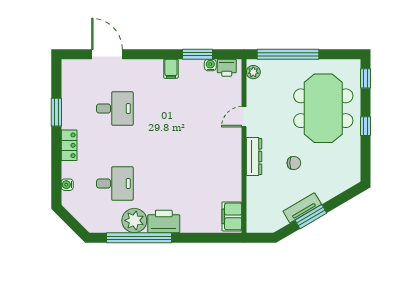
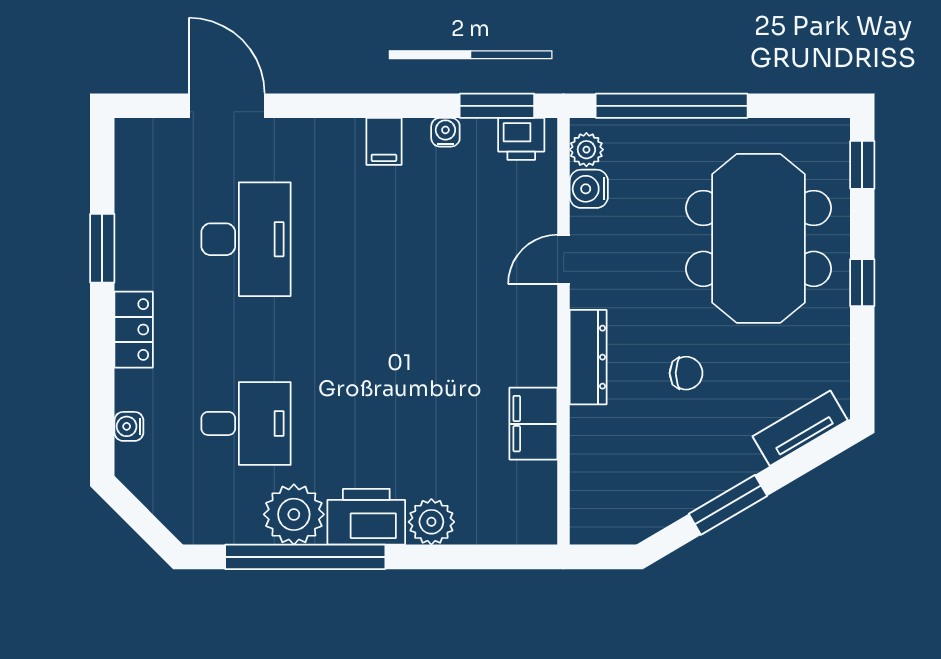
window: (197, 54) -> (497, 106), moved
water cooler: (210, 65) -> (445, 132), moved
water cooler: (254, 88) -> (589, 189), added
desk: (115, 109) -> (246, 239), width x1.37
tv unit: (302, 208) -> (800, 428), moved
filing cabinet: (232, 216) -> (533, 424), moved
plant: (190, 223) -> (431, 522), added

